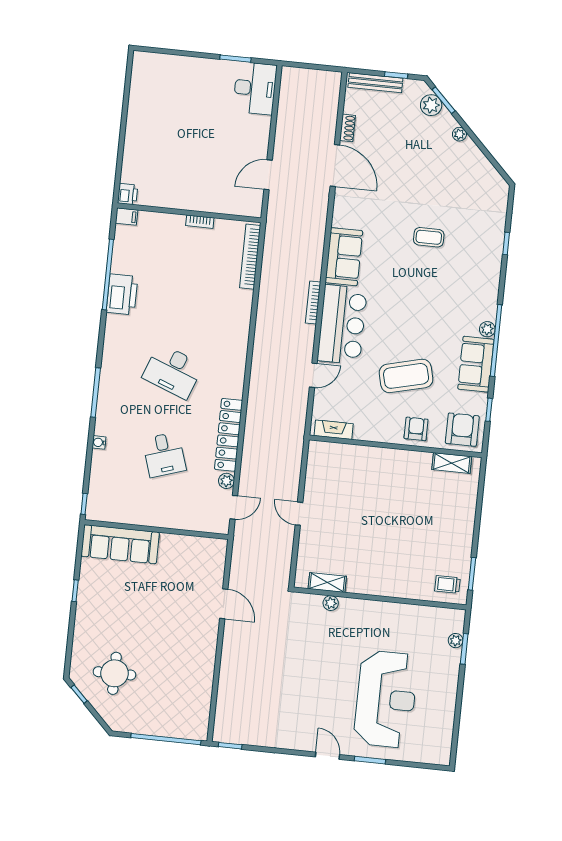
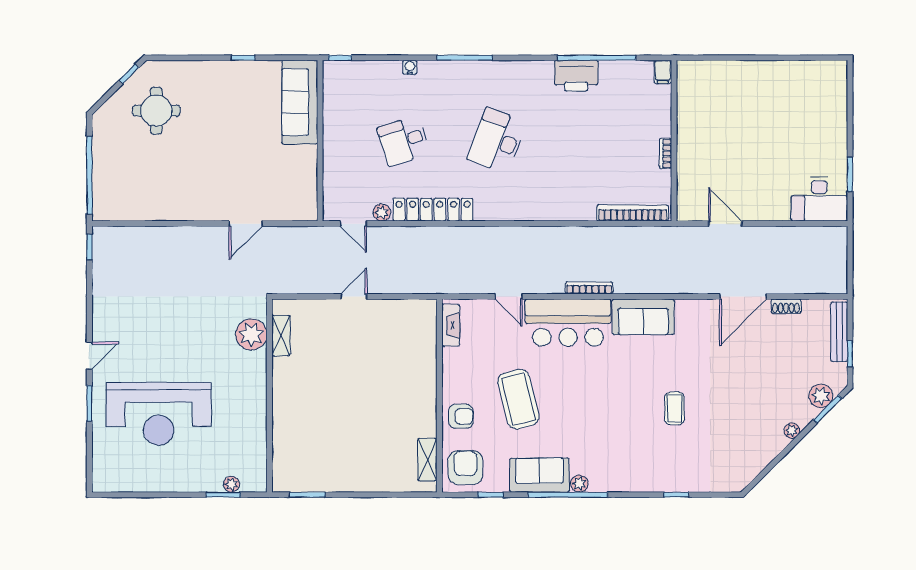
printer: (128, 194) -> (688, 70), removed
armchair: (462, 430) -> (465, 467), turned -90
trolley: (447, 584) -> (293, 469), removed
plant: (331, 603) -> (251, 334), width x1.87, depth x1.87

